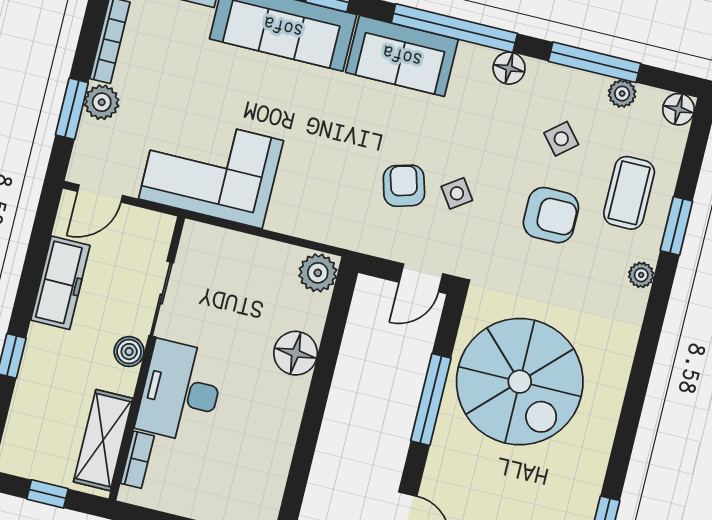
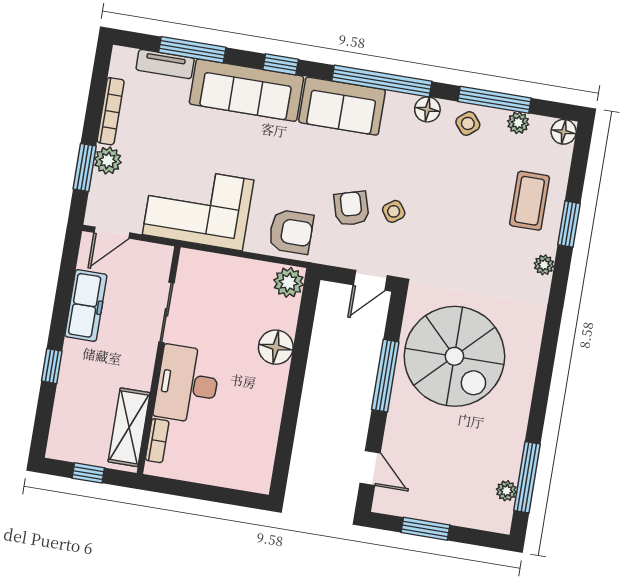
side table: (561, 139) -> (468, 123), moved
armchair: (551, 215) -> (291, 232), moved
boiler: (129, 352) -> (144, 356), removed

